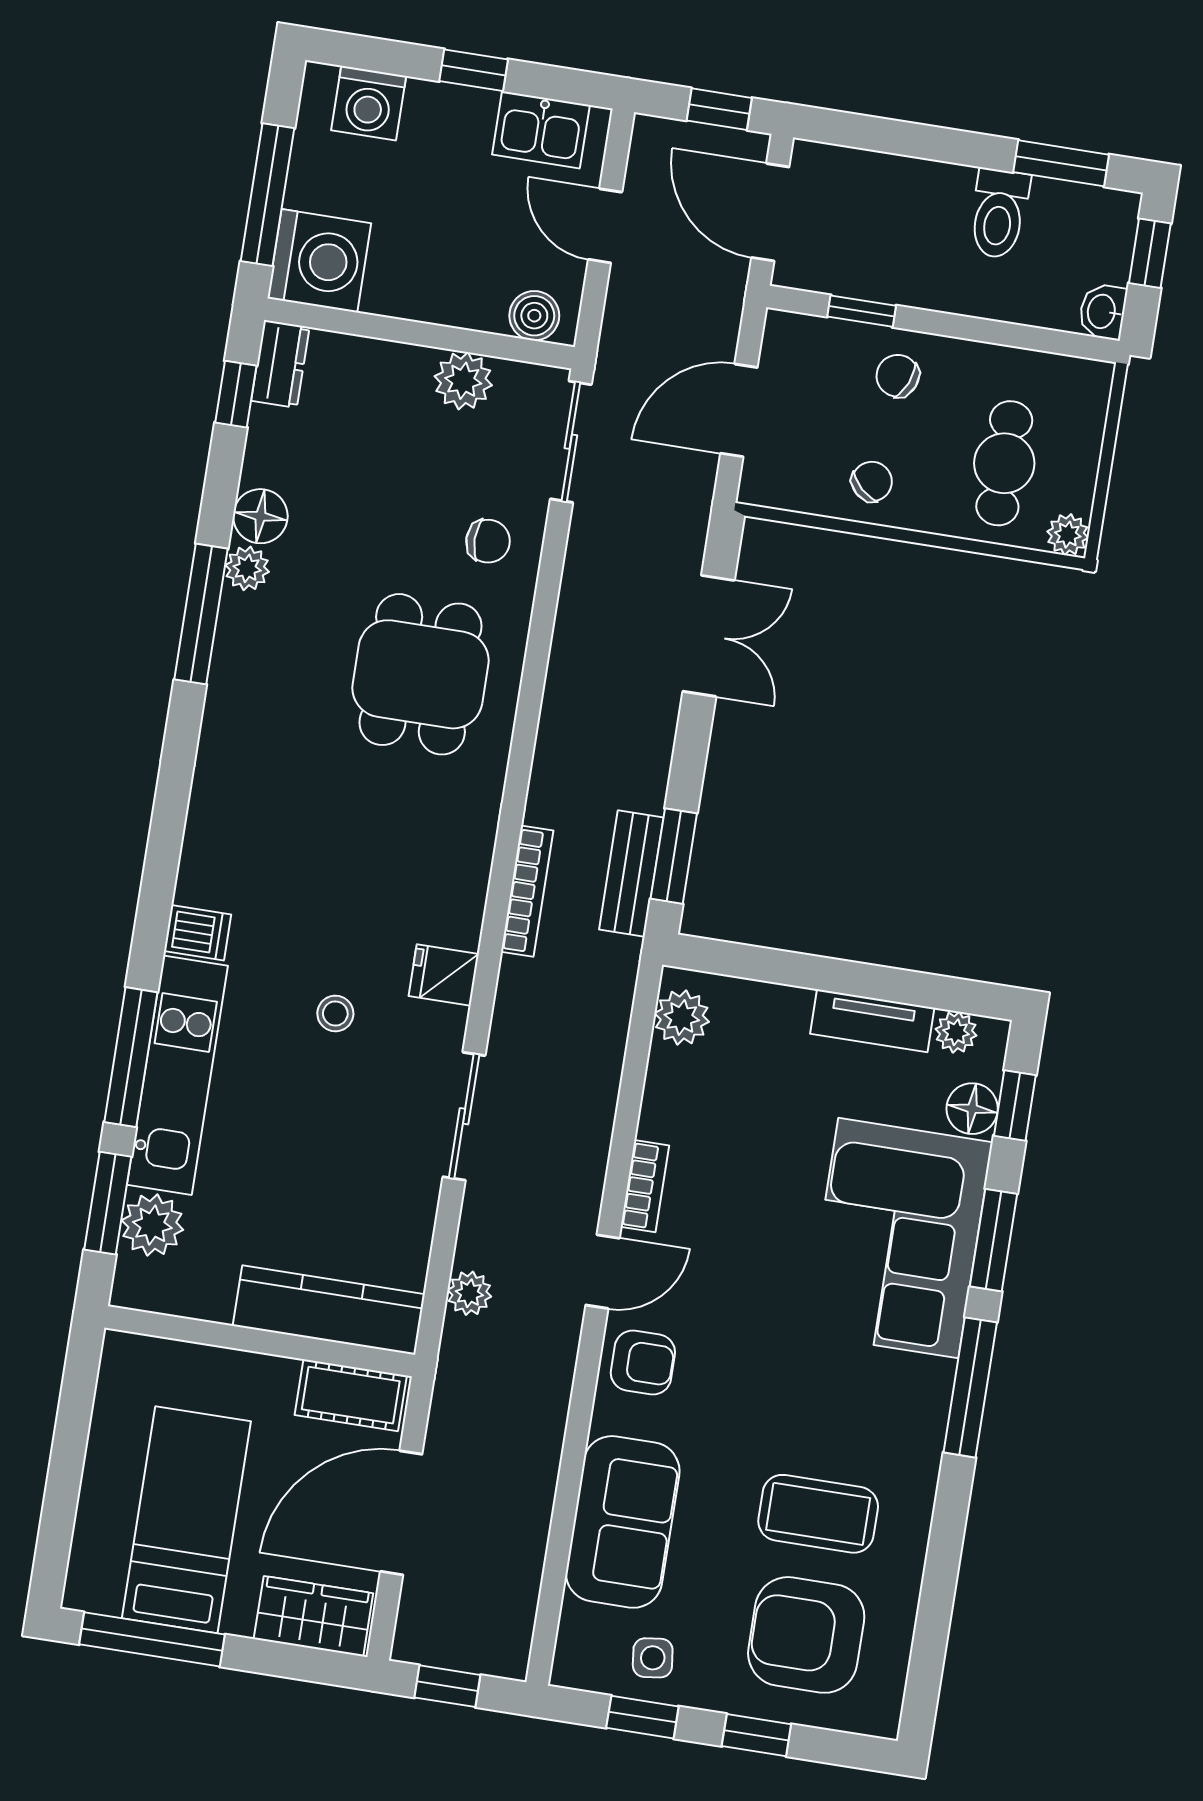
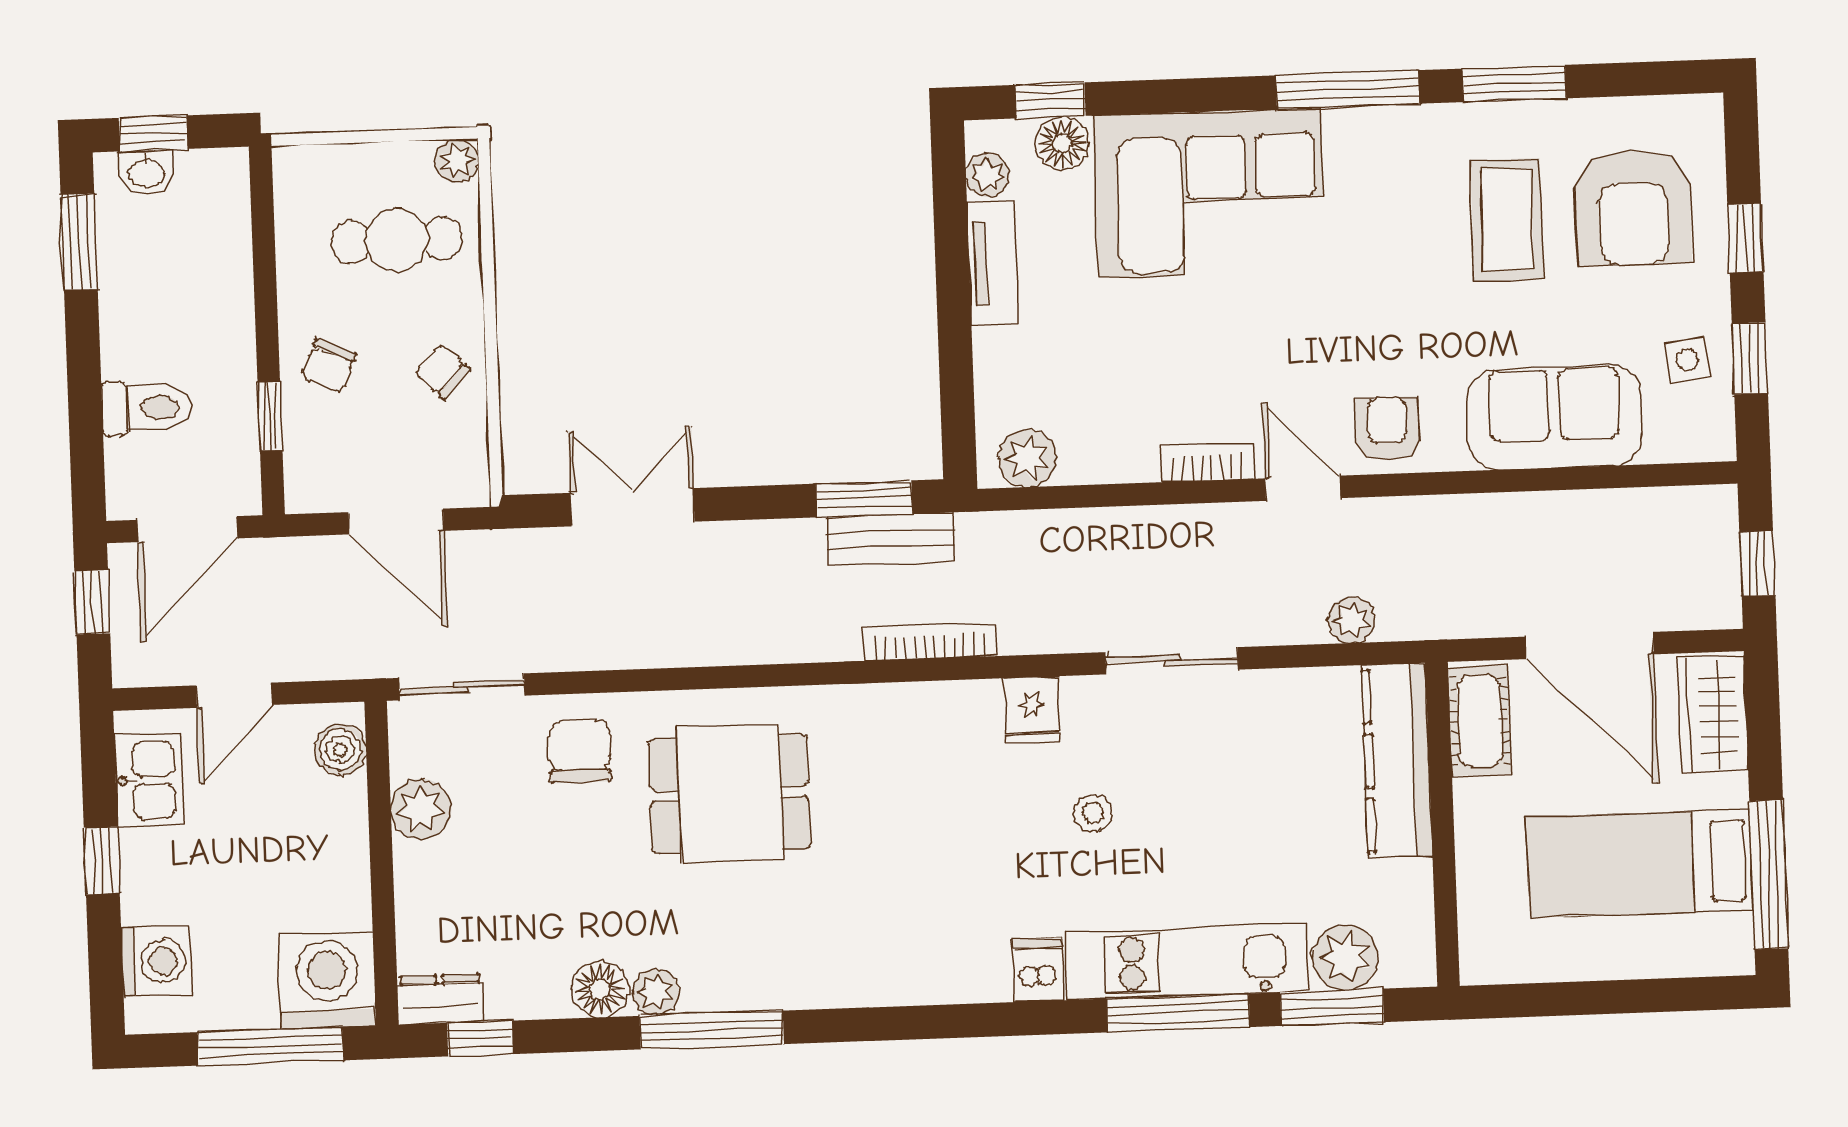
toilet: (999, 214) -> (147, 408), moved
washbasin: (1103, 312) -> (147, 173), moved
chair: (488, 541) -> (580, 752), width x1.37, depth x1.37
window: (994, 1240) -> (1514, 83), moved

